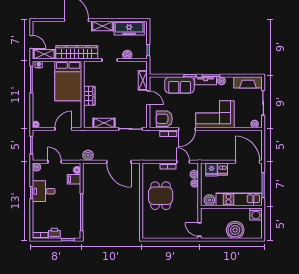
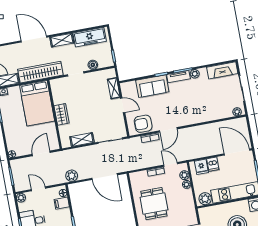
corner sofa: (215, 114) -> (194, 109), removed

